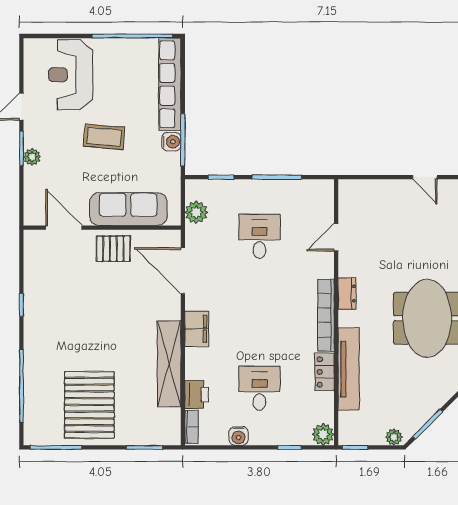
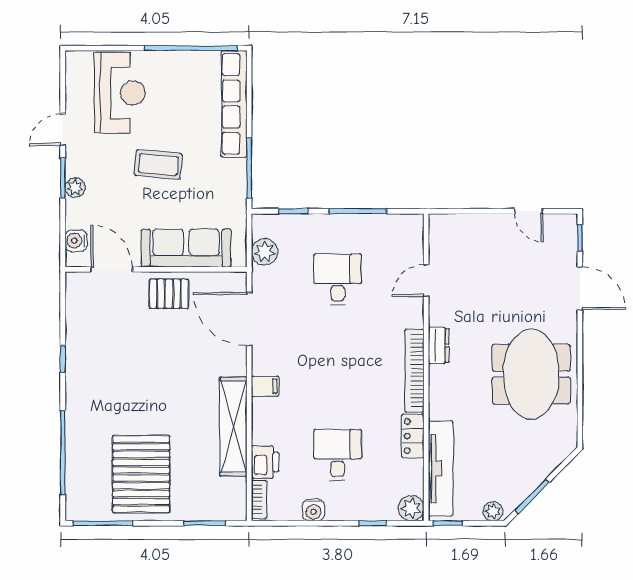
reception desk: (71, 75) -> (120, 93), turned 180
water cooler: (171, 142) -> (76, 241), moved, turned 180
filing cabinet: (197, 329) -> (265, 386), width x0.50
tv unit: (349, 369) -> (441, 469), moved

